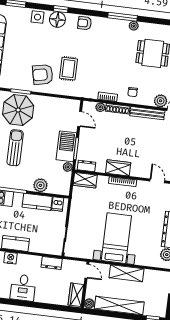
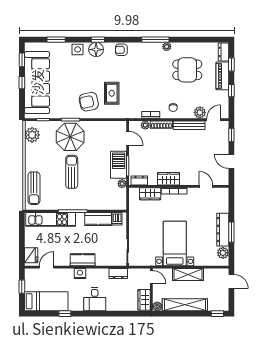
wardrobe: (85, 180) -> (150, 194), moved
plant: (40, 185) -> (99, 203), removed

